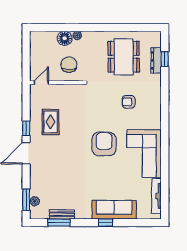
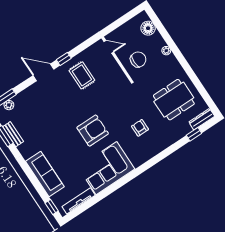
floor lamp: (65, 38) -> (148, 28), moved
dresser: (156, 60) -> (202, 119), moved
rug: (51, 122) -> (82, 75), turned 90
window: (106, 223) -> (52, 207), moved

